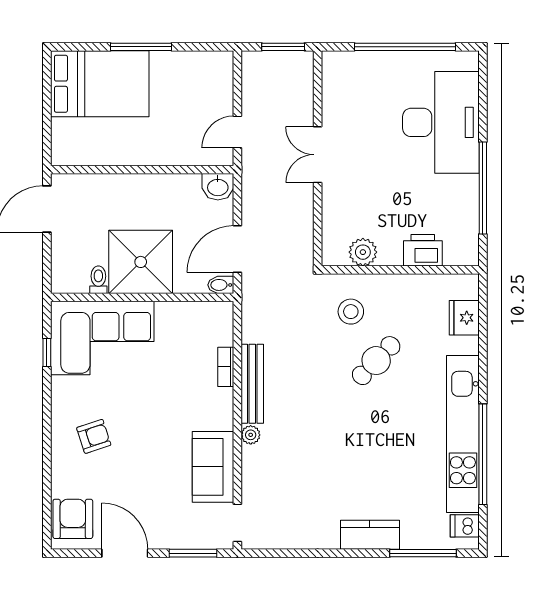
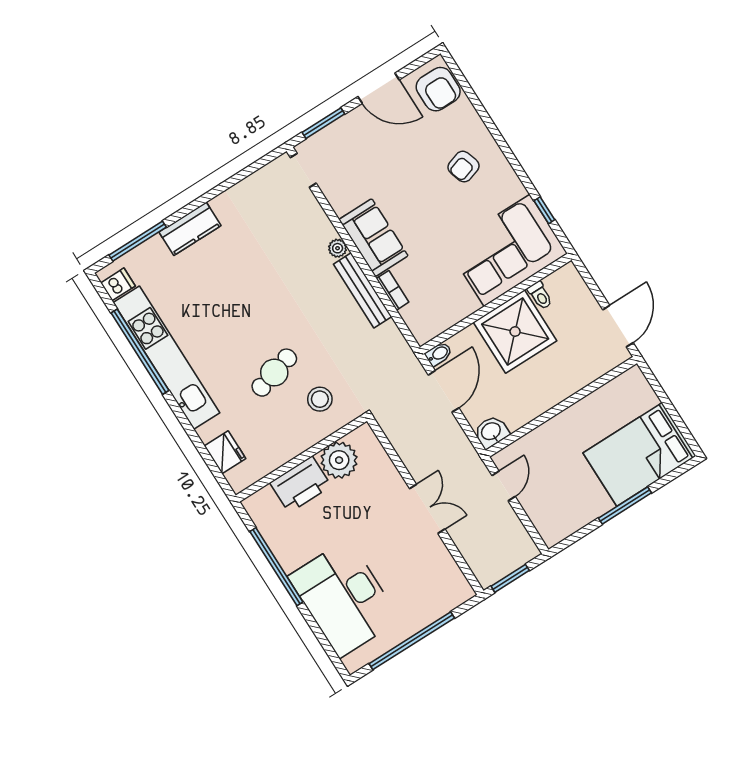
printer: (423, 250) -> (301, 484), width x1.37, depth x1.19
plant: (363, 252) -> (339, 460), width x1.36, depth x1.36
cafe table: (376, 361) -> (274, 373), turned 30
sofa: (213, 467) -> (373, 238), moved

